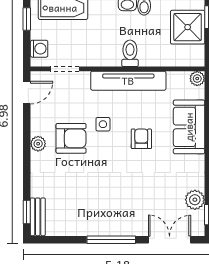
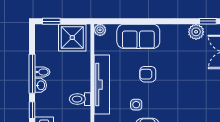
shower: (188, 27) -> (72, 38), moved
toilet: (130, 53) -> (80, 99), moved

